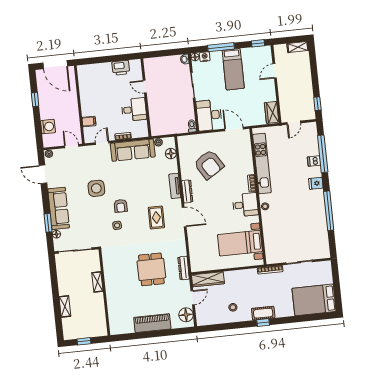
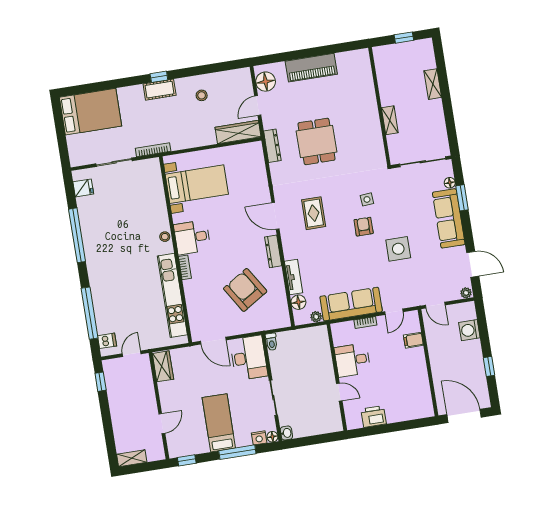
dishwasher: (314, 161) -> (107, 341), moved
fridge: (316, 183) -> (83, 188), moved
tv unit: (175, 186) -> (294, 277), moved

